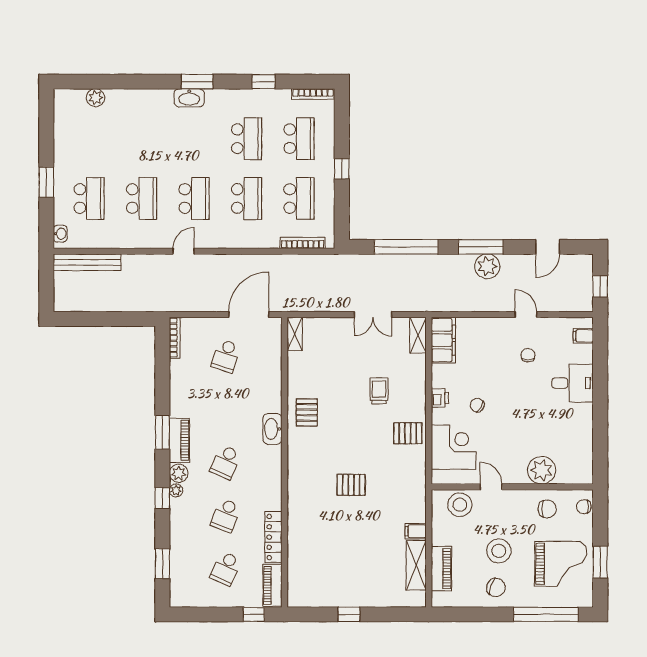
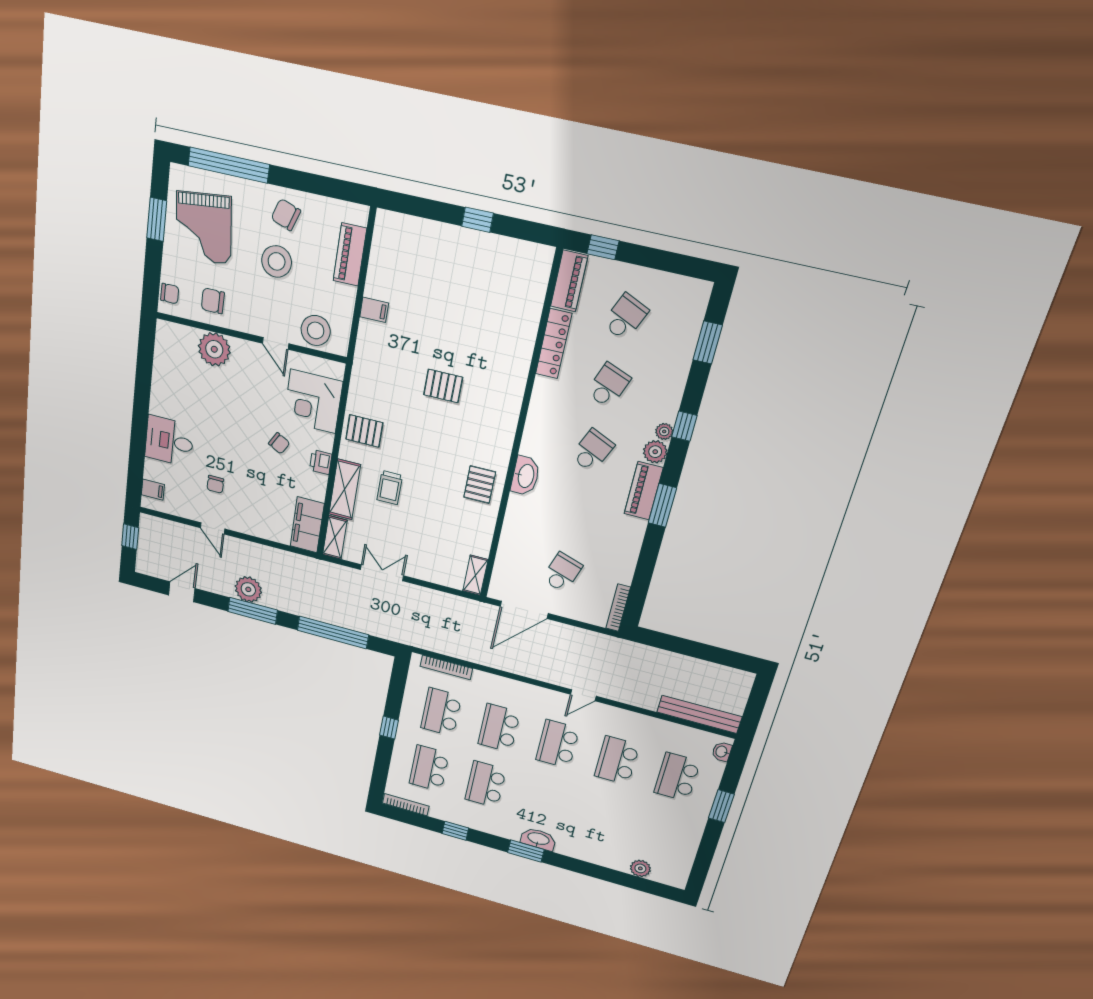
grand piano: (561, 564) -> (204, 228), turned -96
shelving: (416, 565) -> (345, 489), moved

